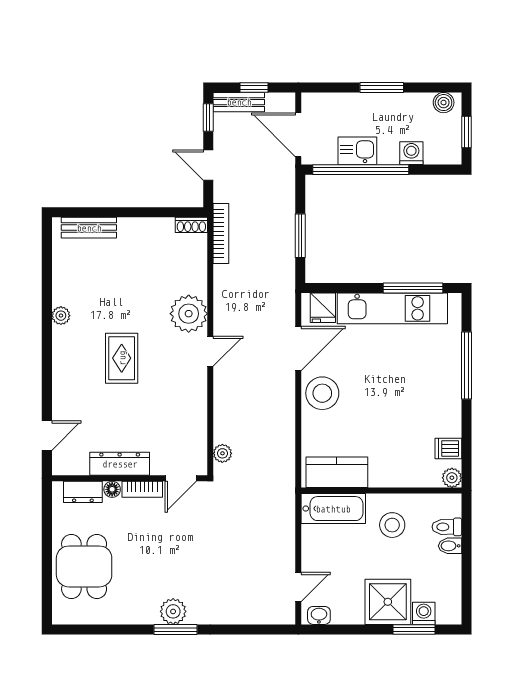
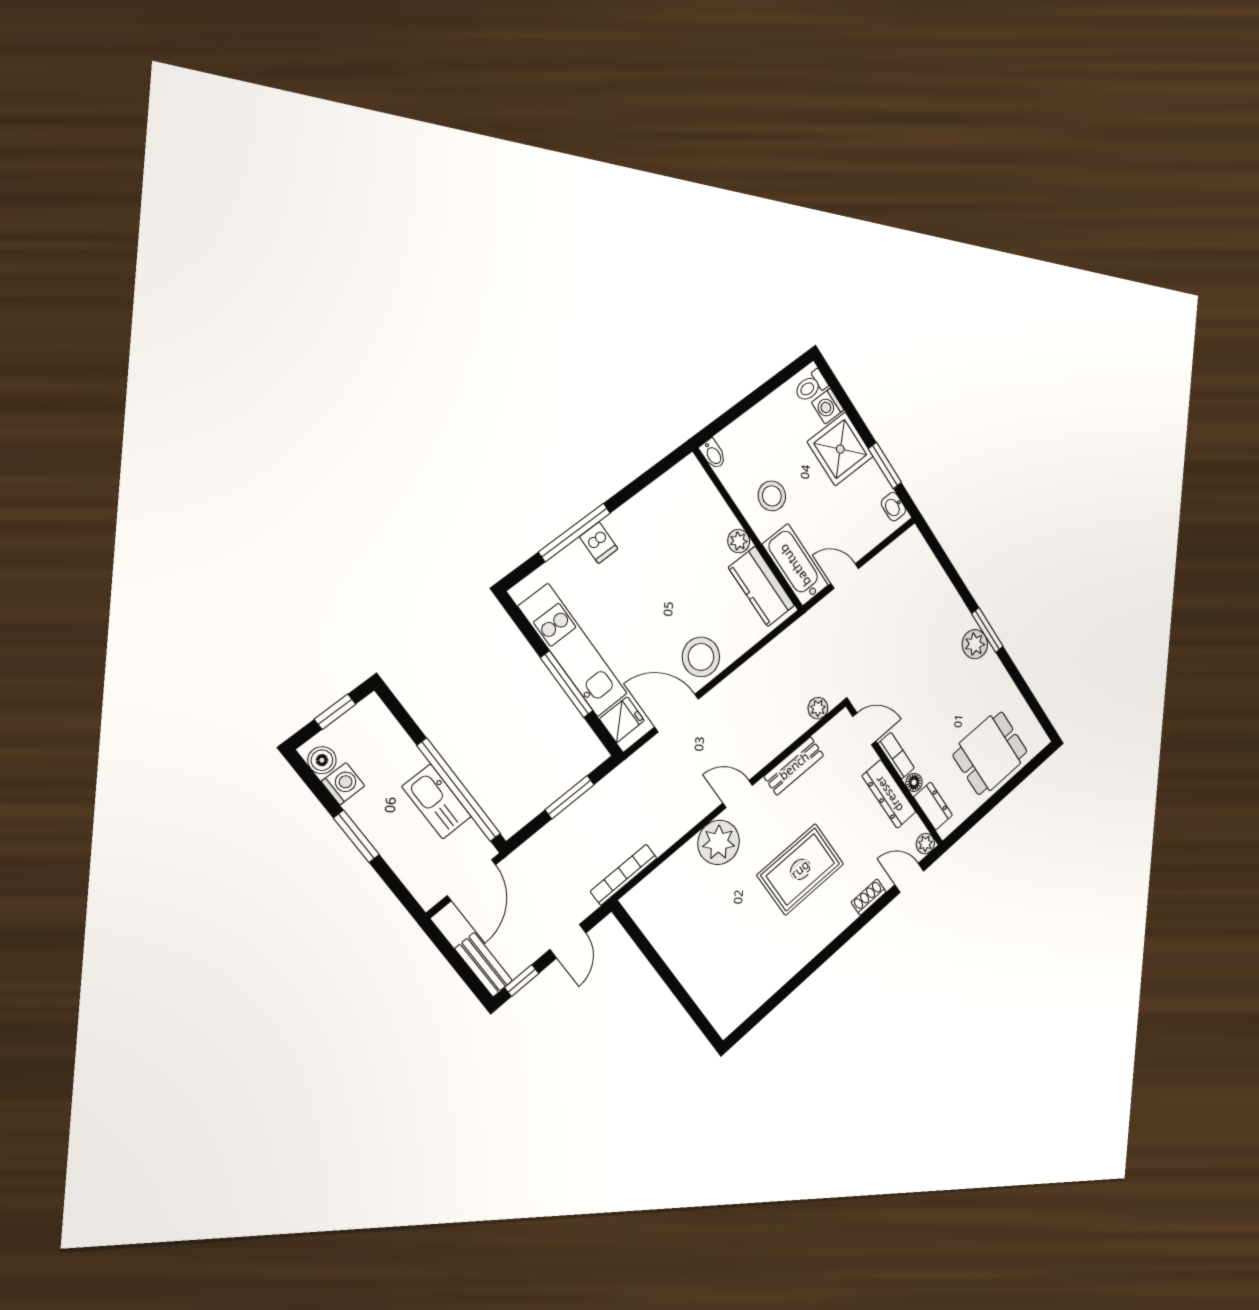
window: (254, 87) -> (457, 962), removed
kitchen sink: (357, 151) -> (437, 802), width x1.38
washing machine: (411, 153) -> (343, 784), moved, turned 180
shoe rack: (191, 225) -> (869, 897), moved, turned -90
bench: (89, 228) -> (794, 766), moved, turned 90
window: (413, 288) -> (567, 684), moved
plant: (61, 316) -> (925, 844), moved
rug: (122, 358) -> (800, 869), width x1.36, depth x1.43
dishwasher: (448, 449) -> (599, 543), moved
plant: (452, 478) -> (739, 541), moved
toilet: (447, 527) -> (811, 386), moved, turned 90
bidet: (450, 546) -> (713, 454), moved
door: (298, 587) -> (845, 576), moved
window: (414, 629) -> (885, 466), moved

